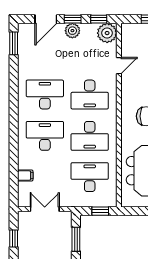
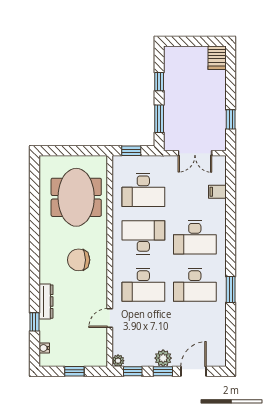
plant: (107, 33) -> (118, 361), width x0.53, depth x0.53
window: (14, 43) -> (231, 289), moved
desk: (90, 95) -> (143, 285), turned 180

